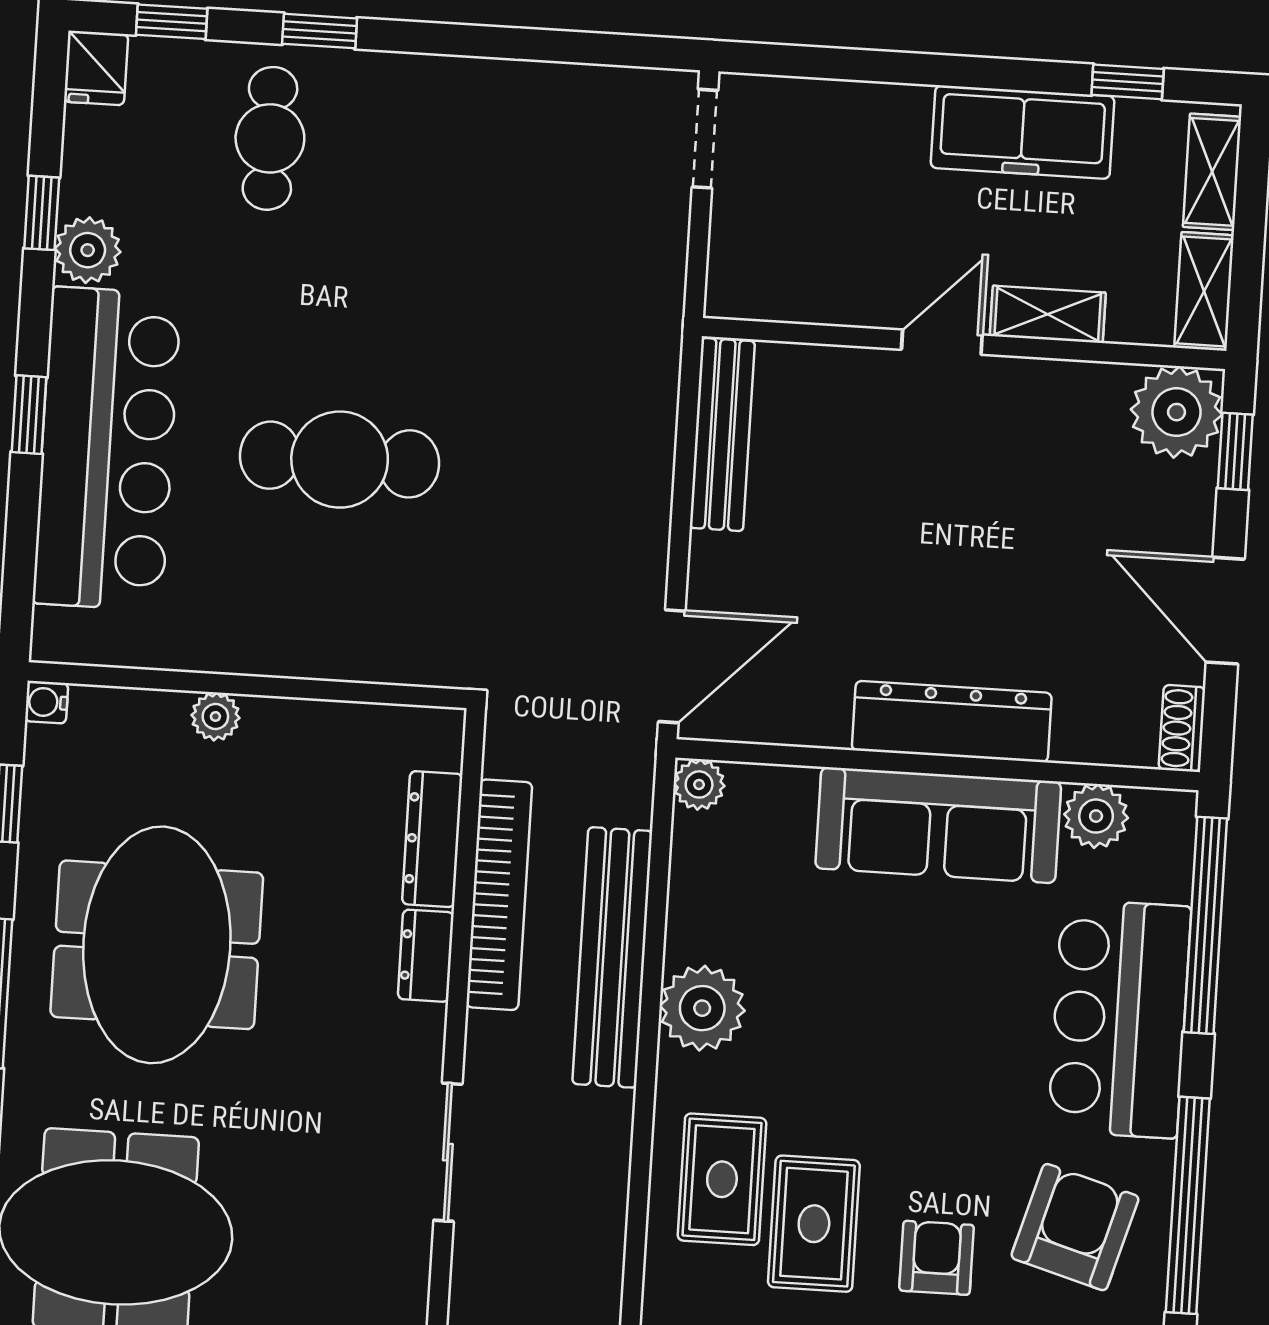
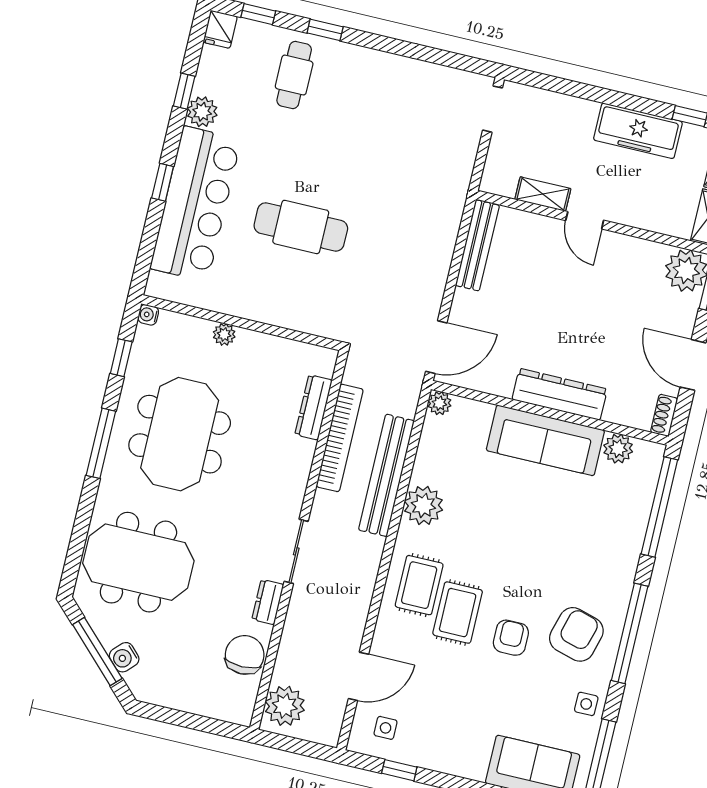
shelving: (1048, 314) -> (543, 194), moved
door: (942, 342) -> (585, 220), swing flipped
dresser: (426, 956) -> (268, 602), moved
bar counter: (1120, 1019) -> (613, 543), removed

